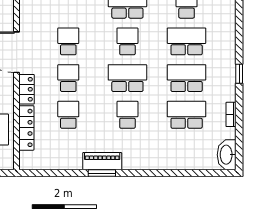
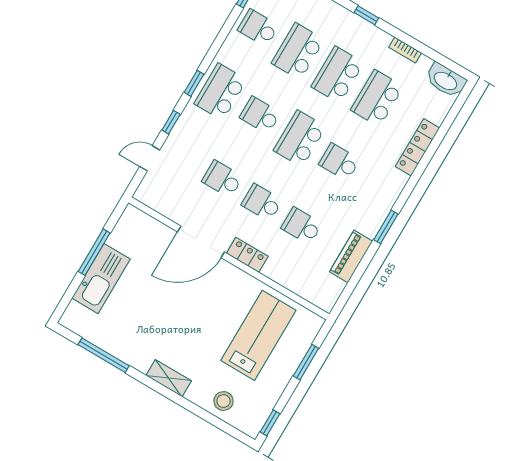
locker: (26, 128) -> (418, 147), moved, turned -90
piano: (102, 161) -> (351, 257), moved

